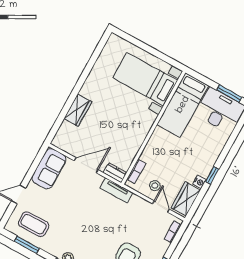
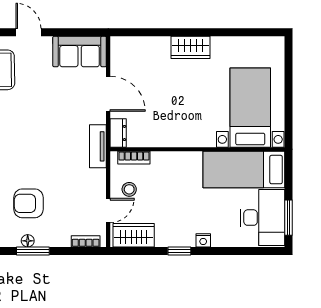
wardrobe: (78, 110) -> (191, 47), moved
nightstand: (199, 182) -> (203, 240), moved

